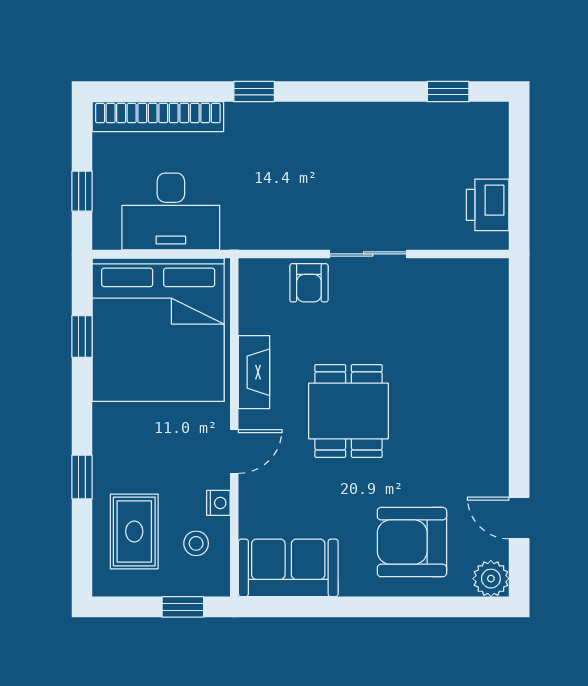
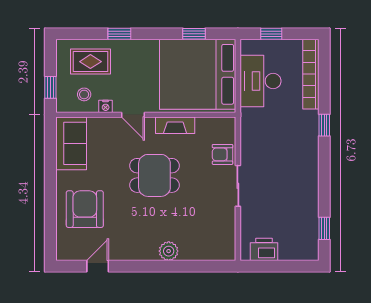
plant: (491, 579) -> (169, 251), moved

